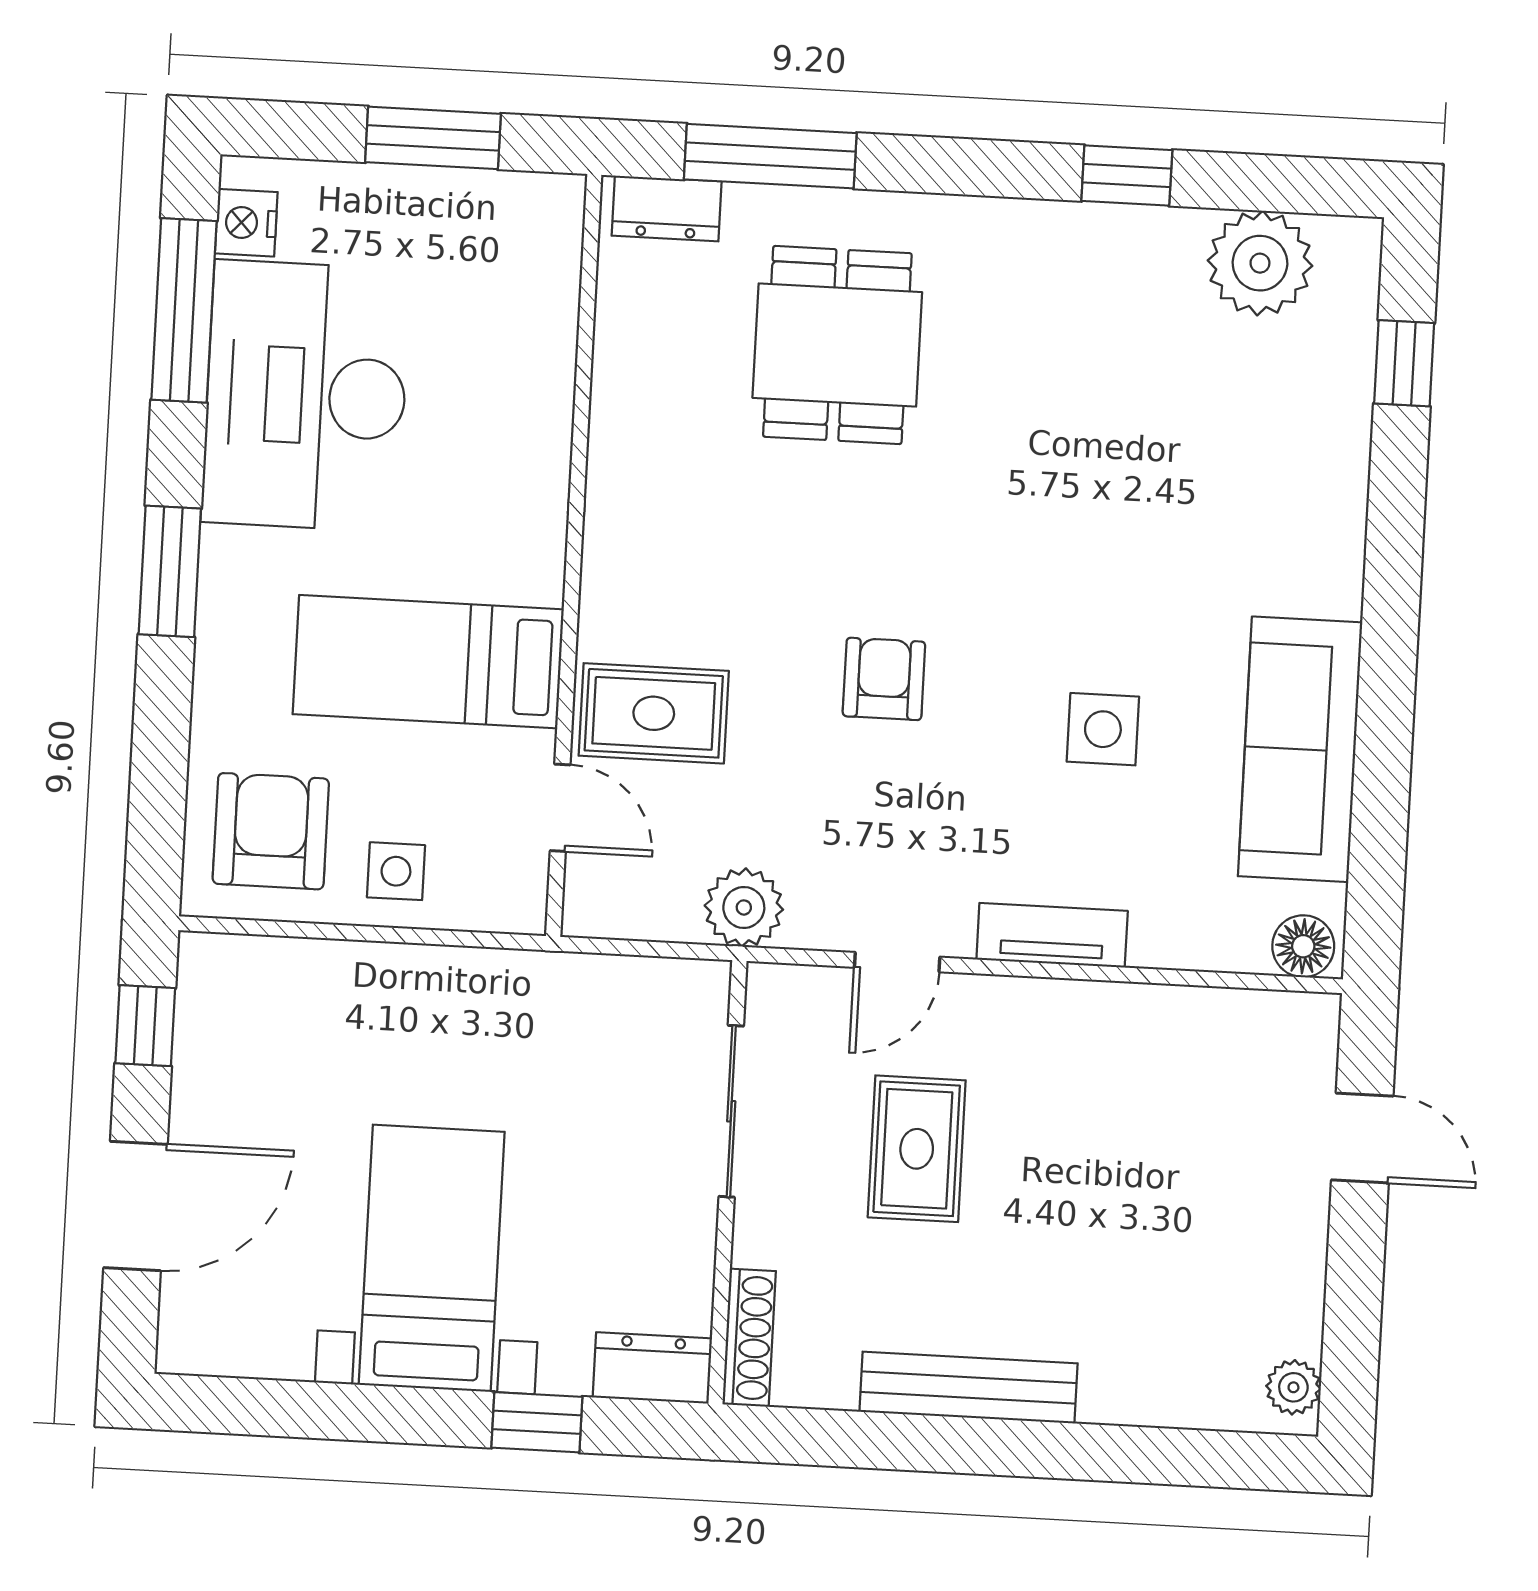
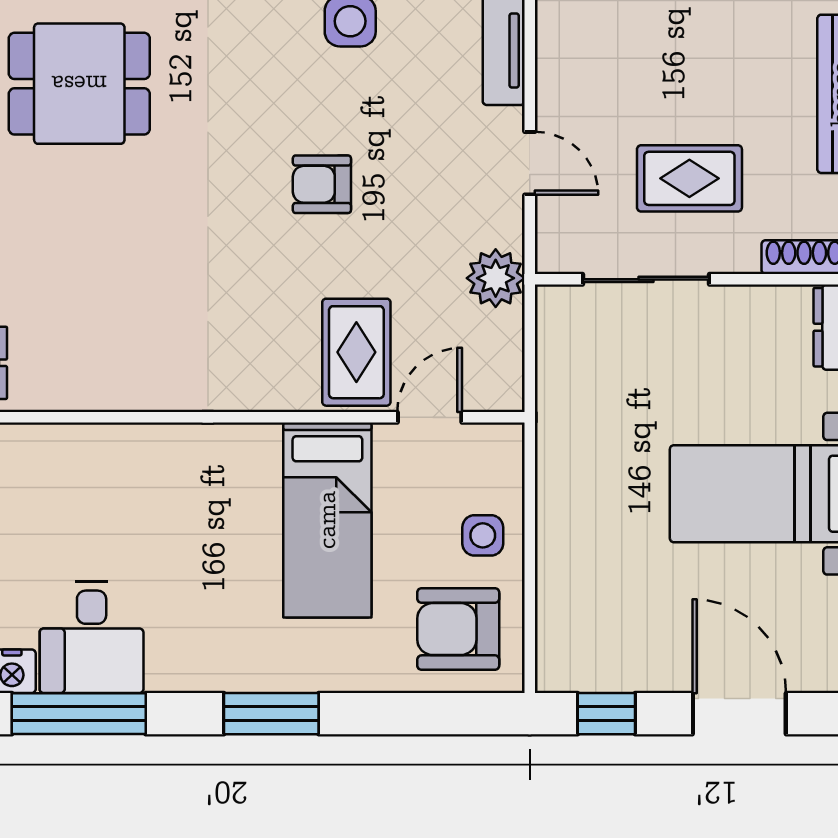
dining table: (837, 345) -> (79, 84), moved
desk: (306, 396) -> (92, 637), width x0.53, depth x0.77
rug: (917, 1149) -> (689, 178), moved

